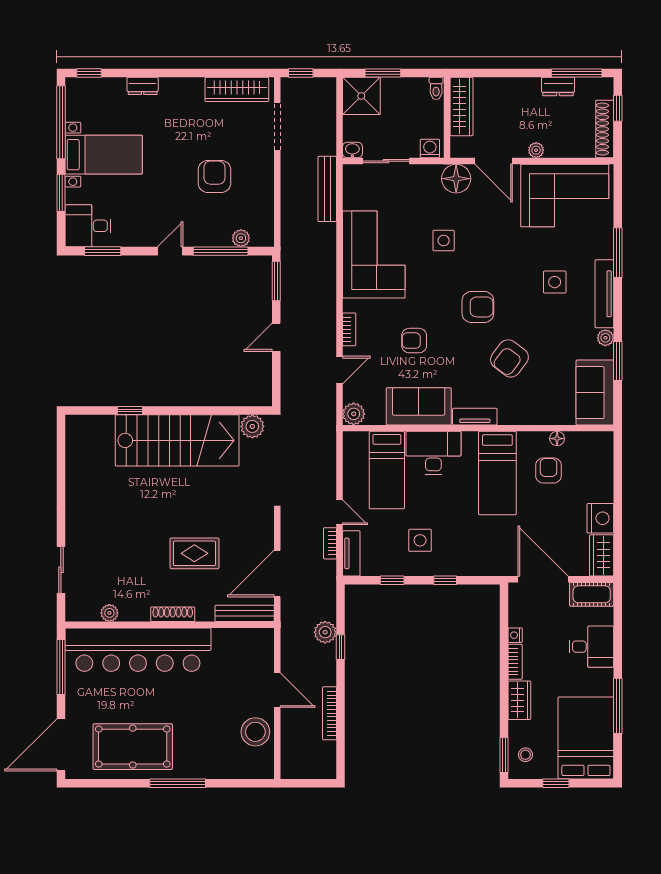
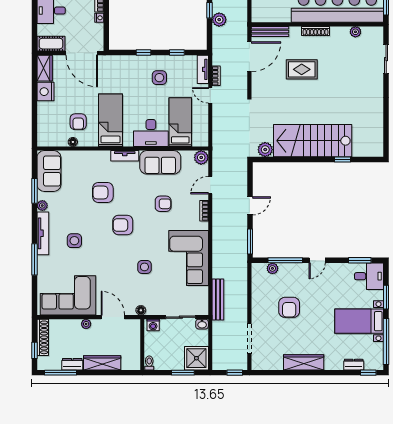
dresser: (143, 86) -> (354, 365), moved
wardrobe: (237, 89) -> (304, 362), moved
wardrobe: (461, 107) -> (102, 363), moved, turned 90
floor lamp: (456, 179) -> (141, 310), width x0.53, depth x0.53
armchair: (509, 358) -> (103, 192), turned -127

